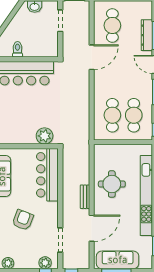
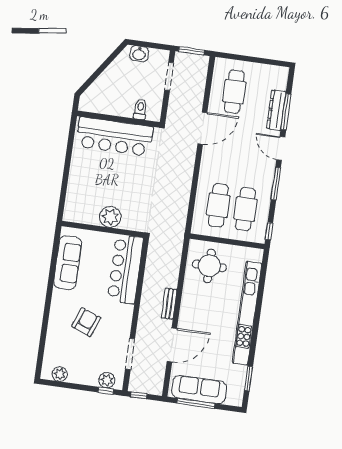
toilet: (18, 49) -> (140, 109), moved
plant: (45, 136) -> (110, 217), moved
round table: (112, 184) -> (209, 266), moved

